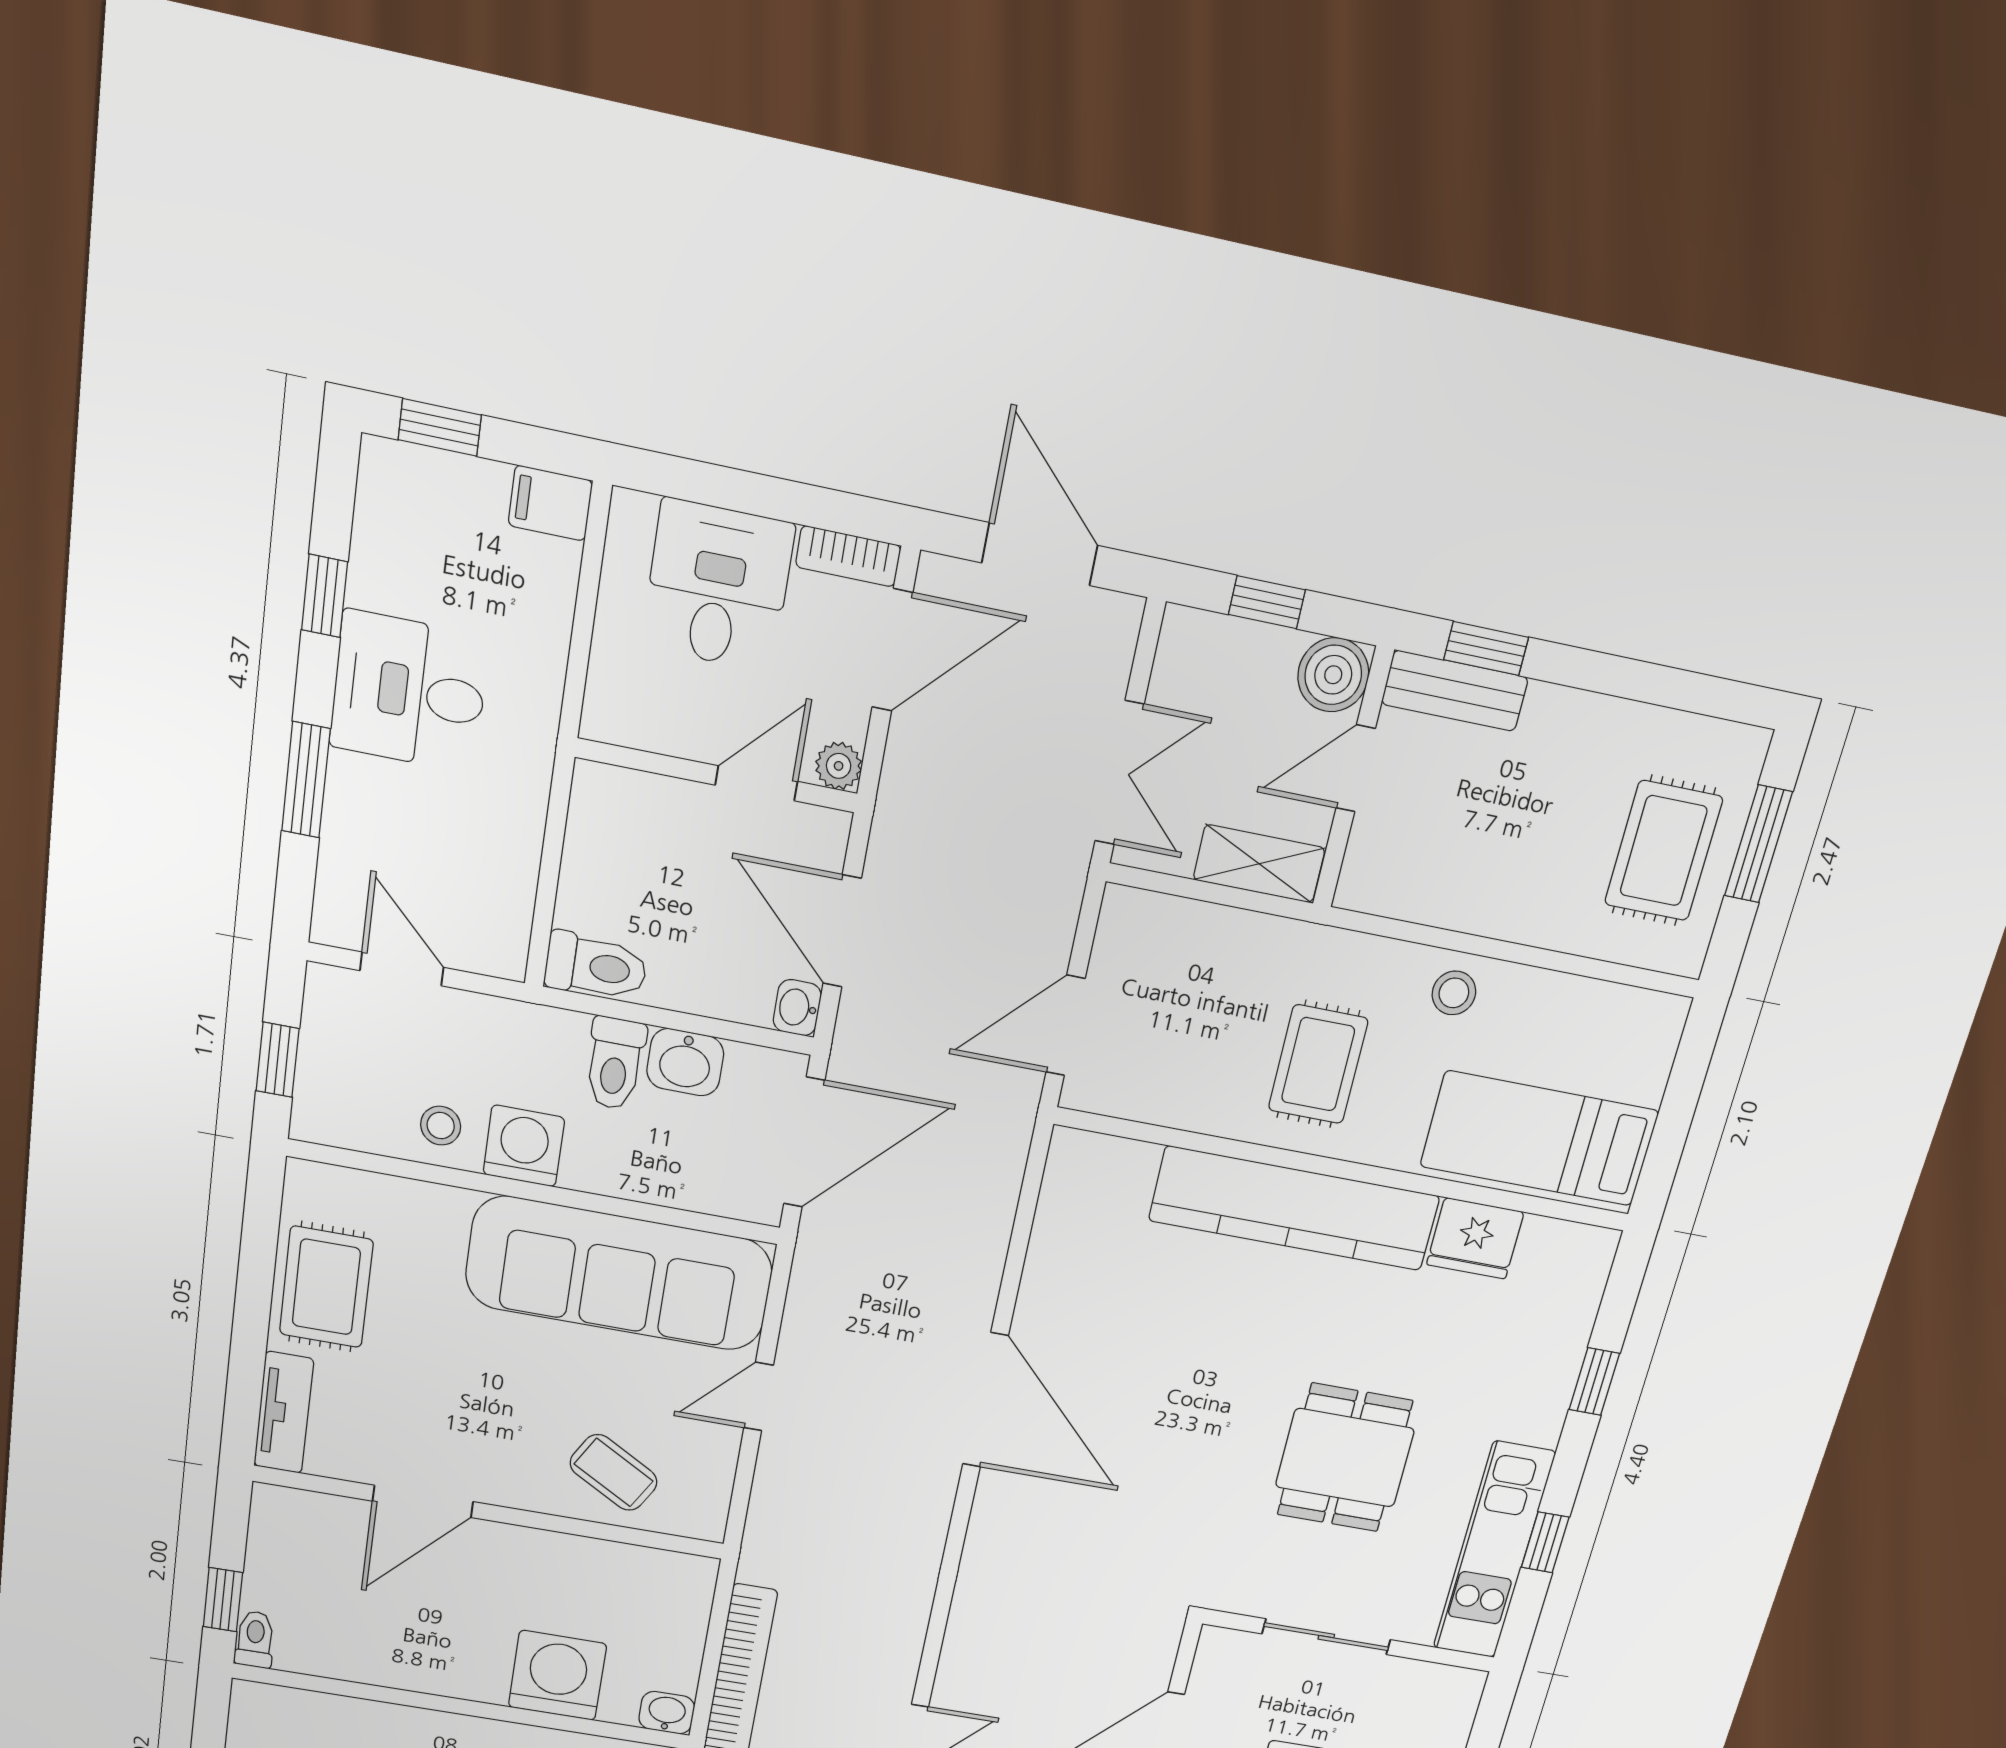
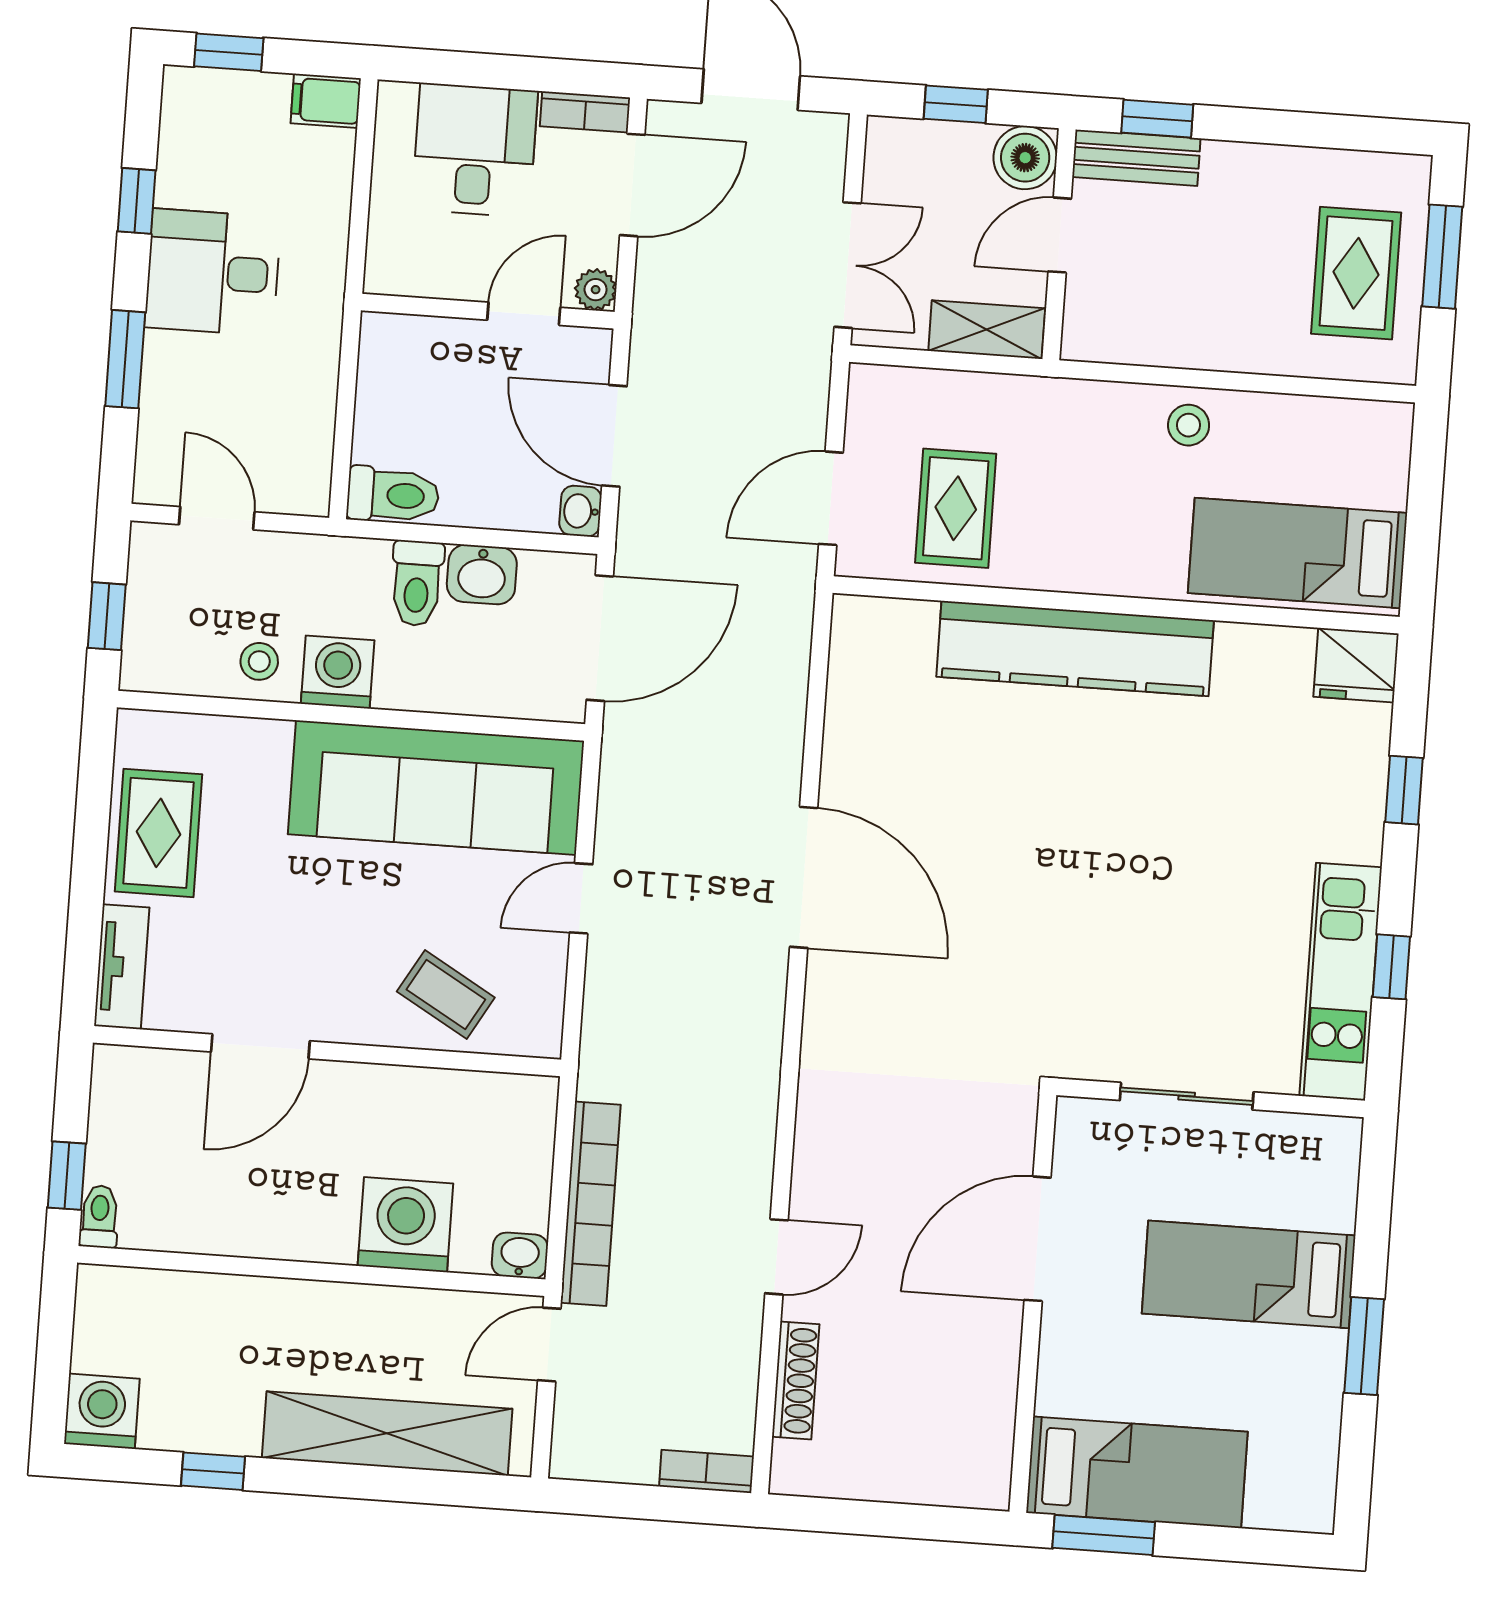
rug: (1318, 1064) -> (956, 508), moved
fridge: (1475, 1238) -> (1356, 665), moved
dining table: (1345, 1458) -> (1170, 898), removed

